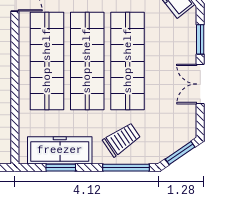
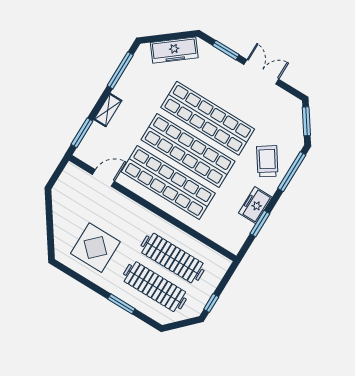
double door: (200, 84) -> (261, 72), swing flipped
freezer: (60, 150) -> (255, 205), width x0.52, depth x0.79

